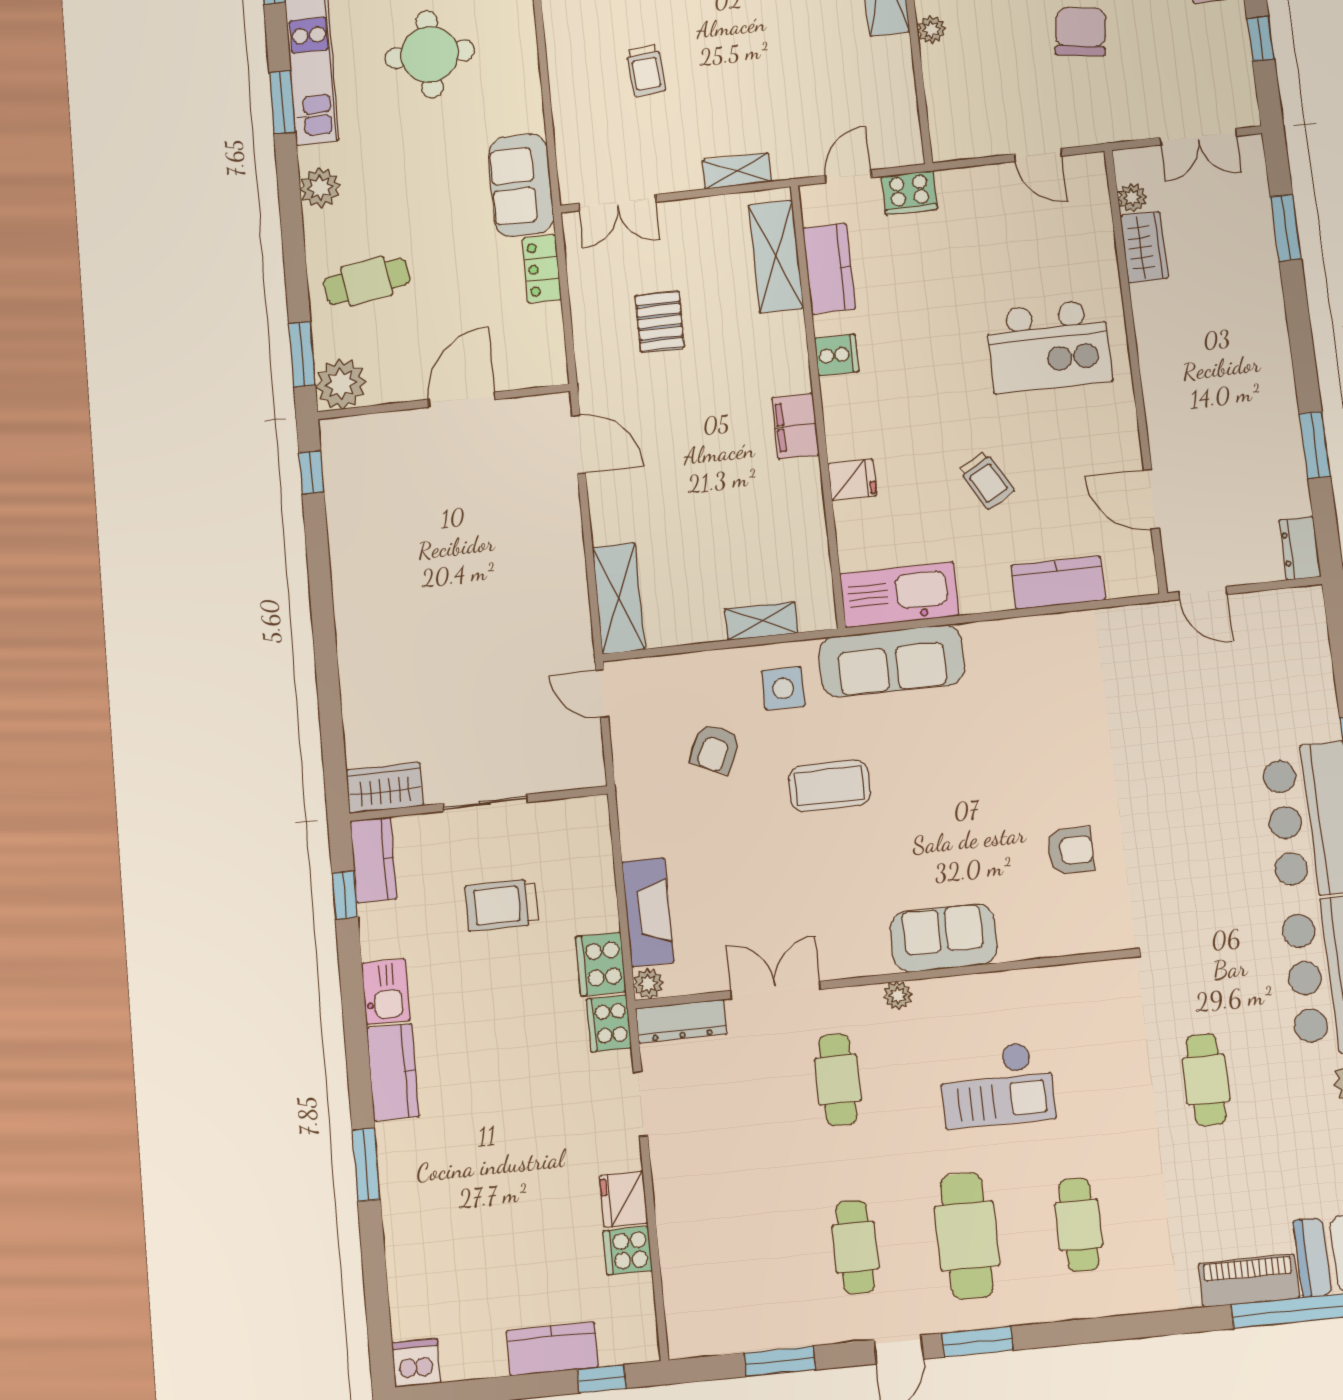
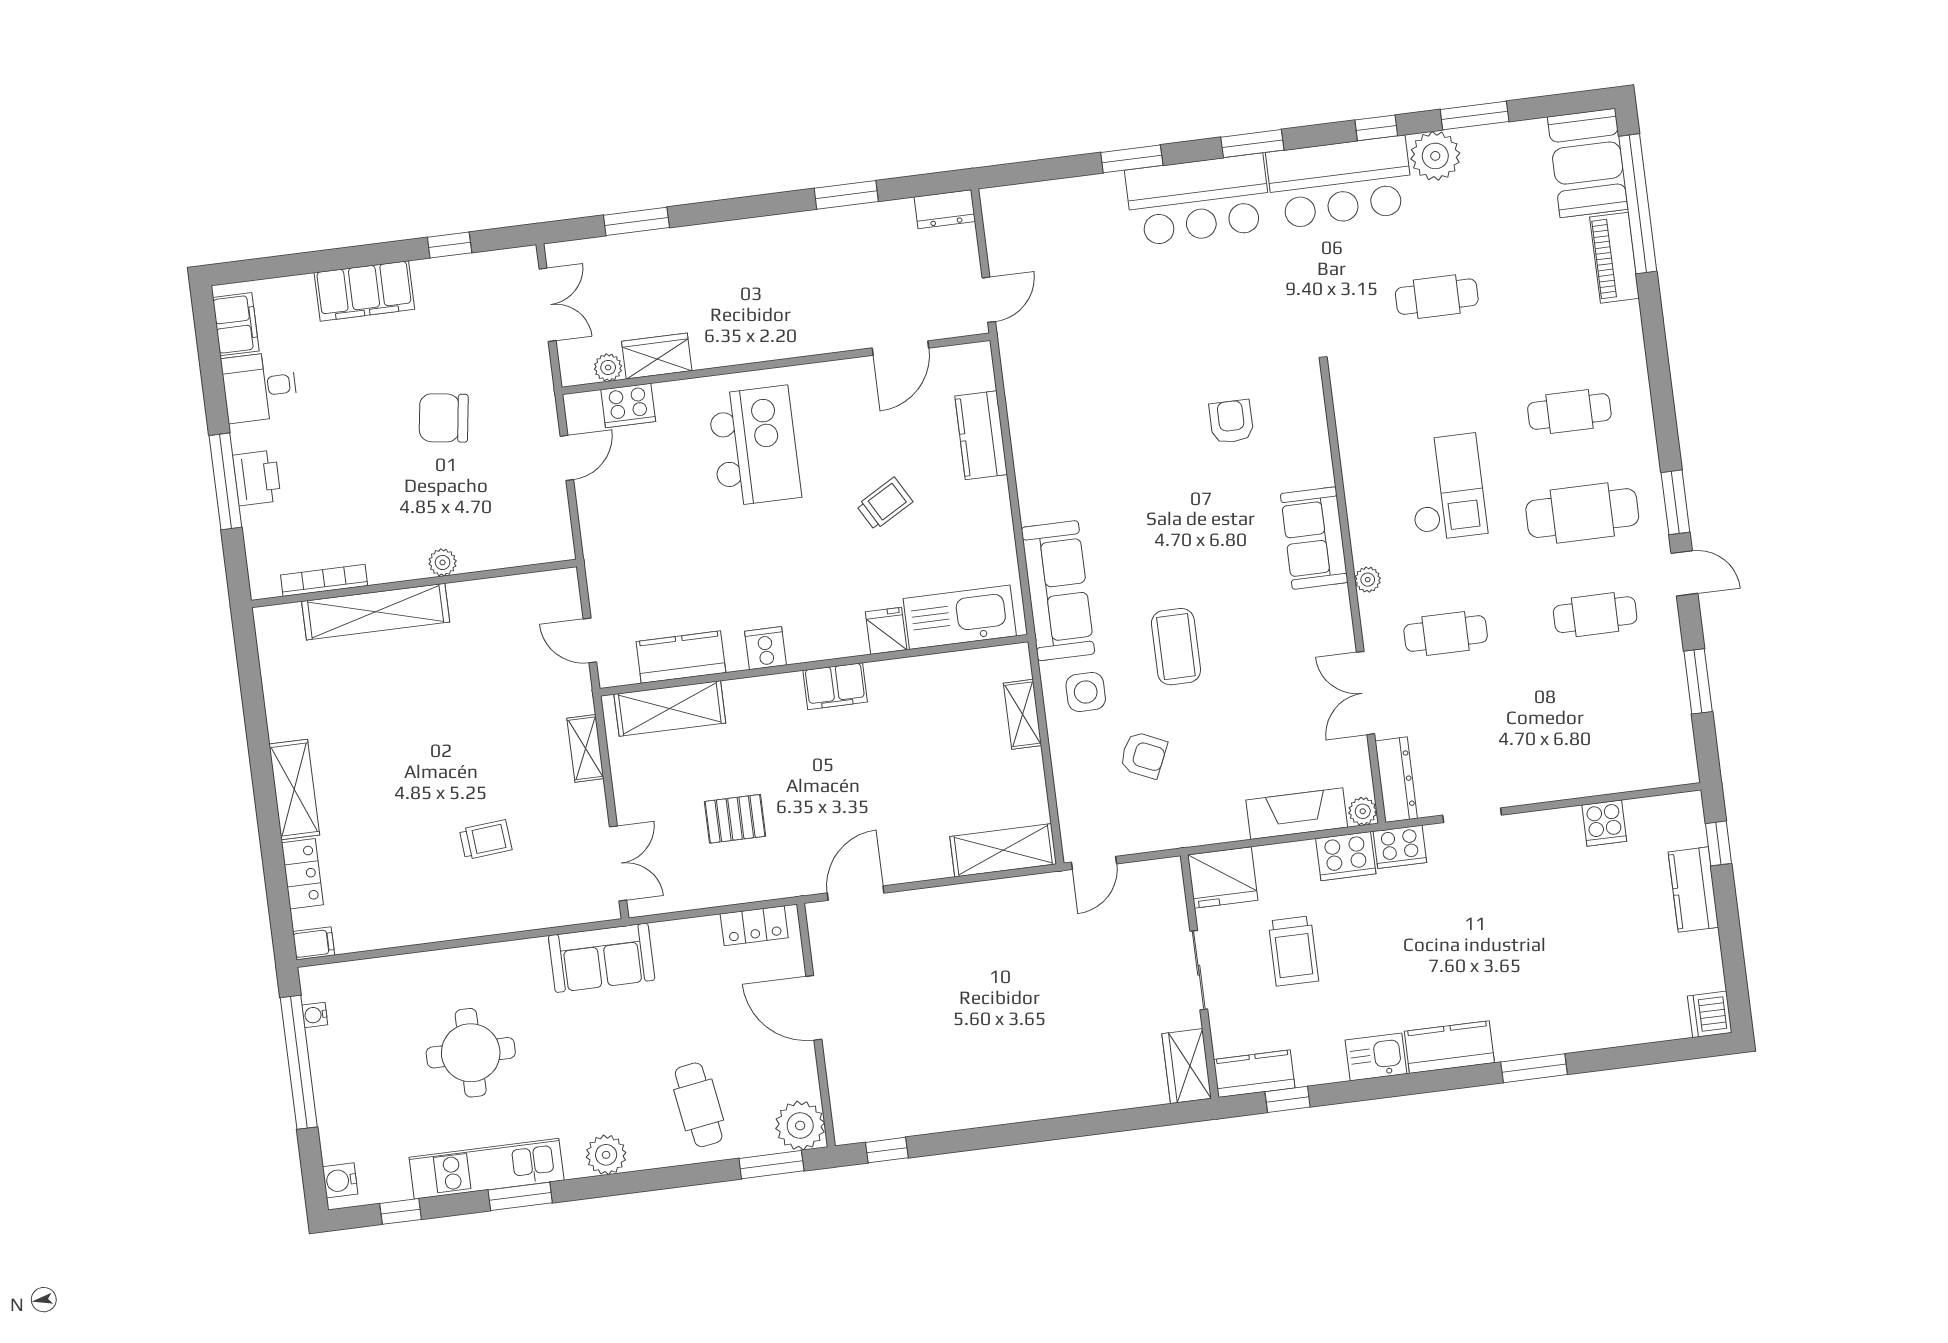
cooker: (909, 193) -> (628, 406), moved, turned 90
locker: (542, 269) -> (754, 926), moved
kitchen sink: (899, 595) -> (960, 617), moved, turned 90
fridge: (624, 1199) -> (1223, 877), moved, width x1.36, depth x1.34

